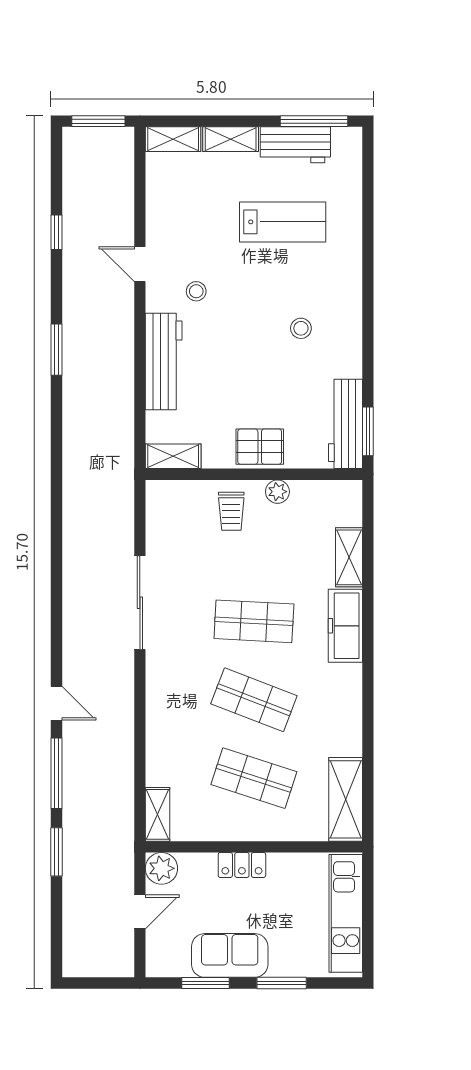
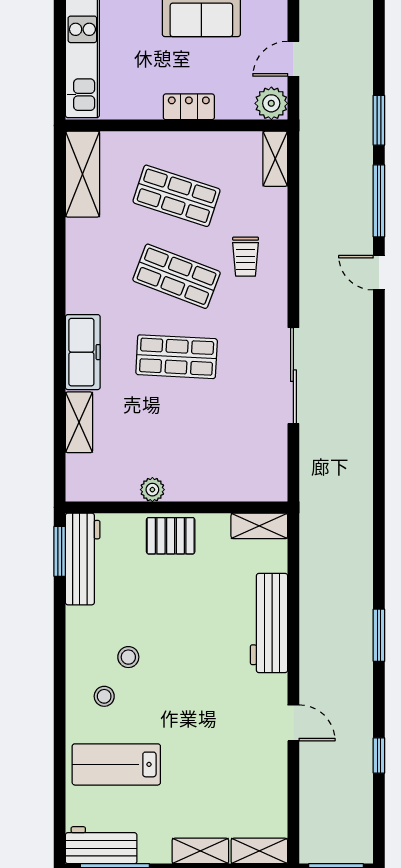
workbench: (295, 145) -> (101, 845), moved
lab bench: (283, 222) -> (116, 764), moved
stool: (196, 291) -> (104, 696), moved
trolley: (231, 511) -> (246, 257), moved, turned 180

